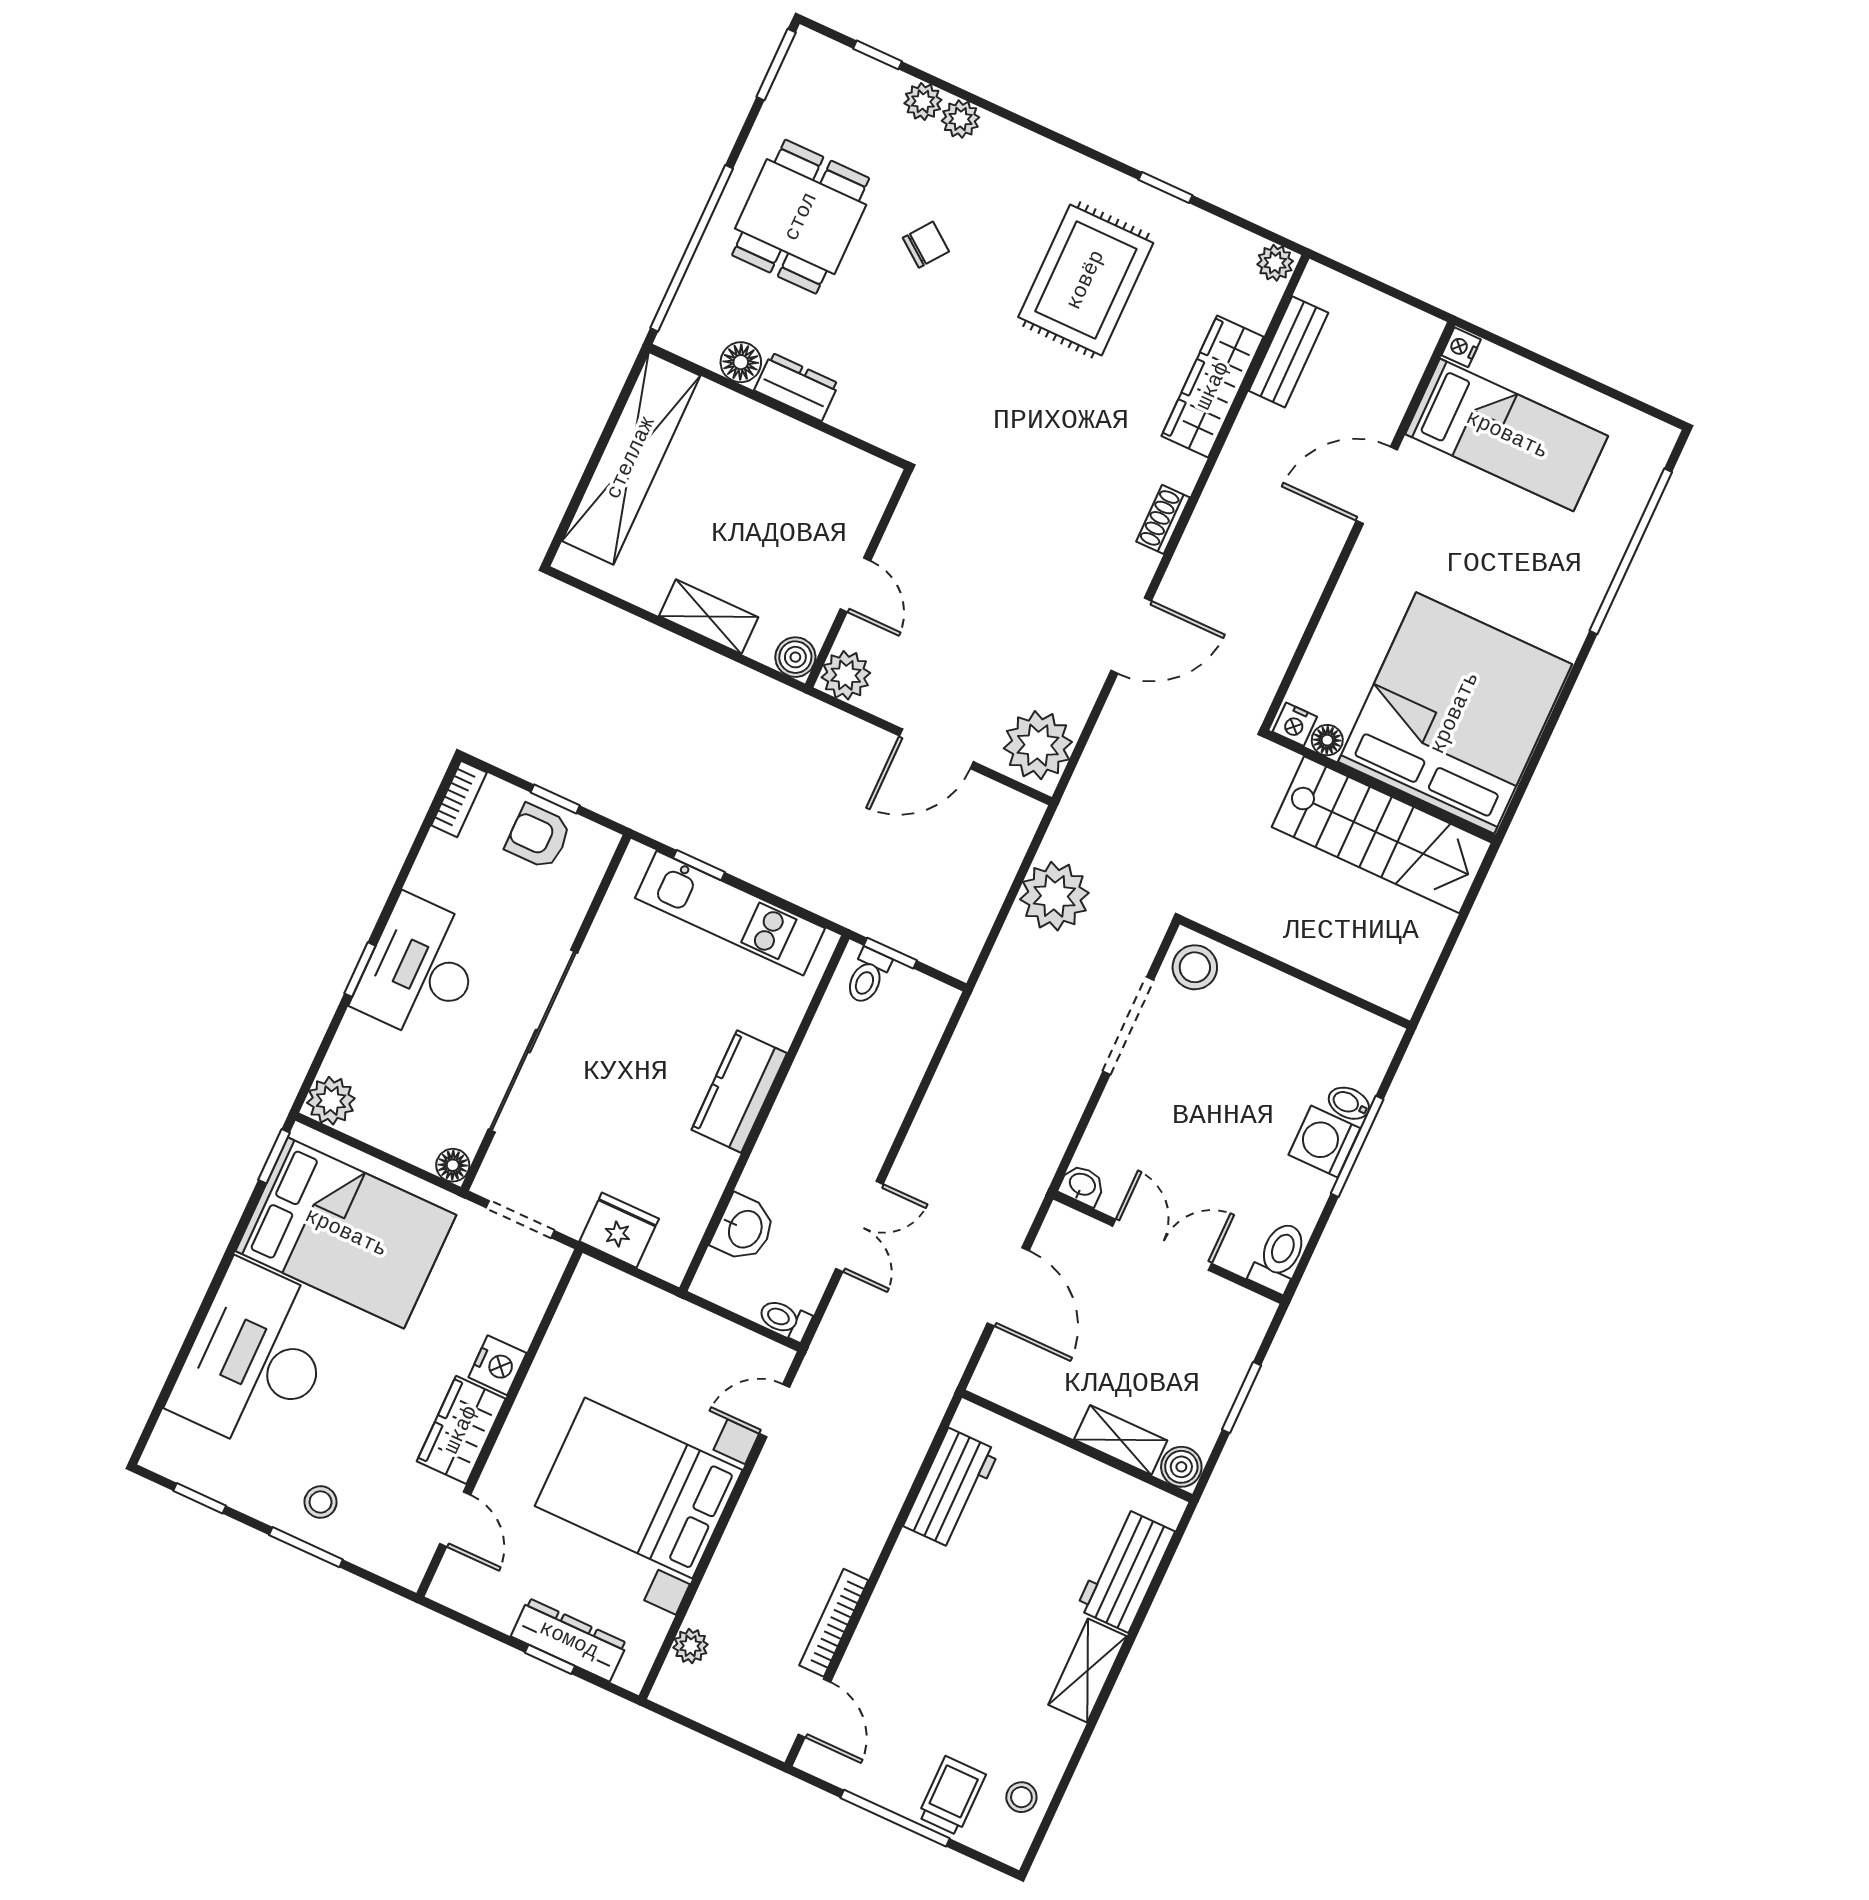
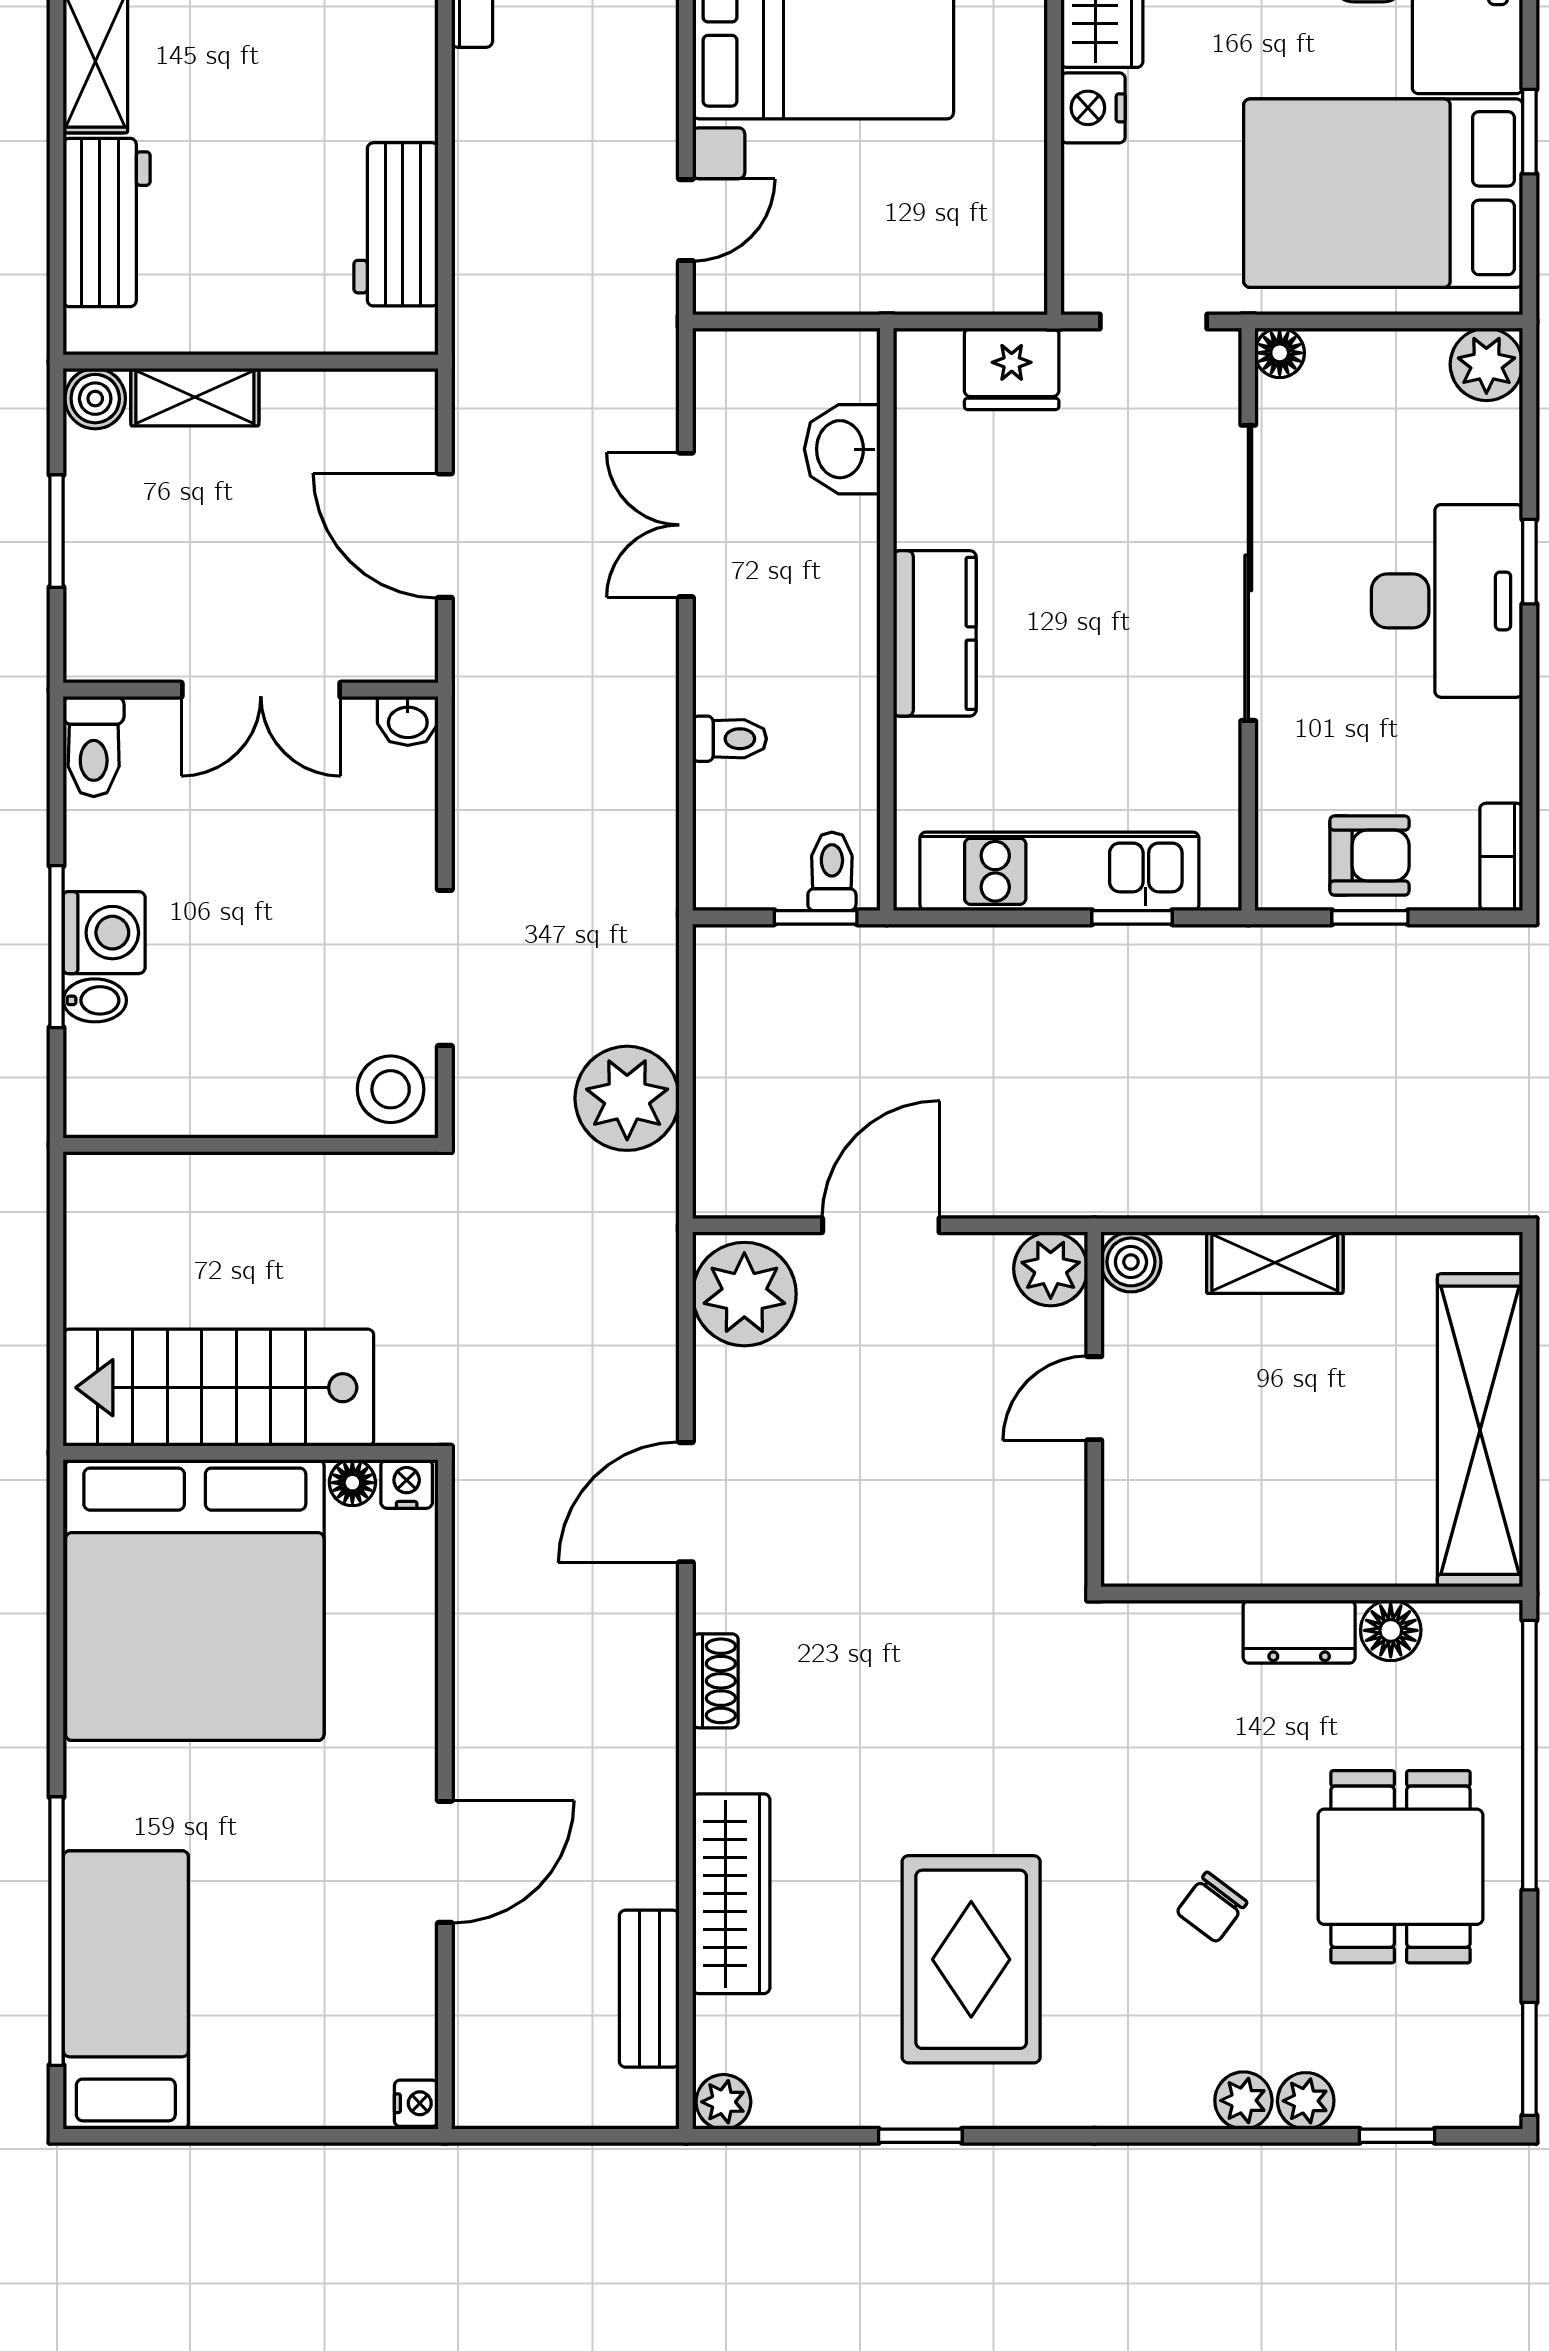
bed: (1507, 435) -> (126, 1990), moved, turned 90
door: (855, 585) -> (1094, 1398), hinge flipped
window: (274, 1156) -> (1529, 132), moved
toilet: (785, 1319) -> (730, 739), moved

